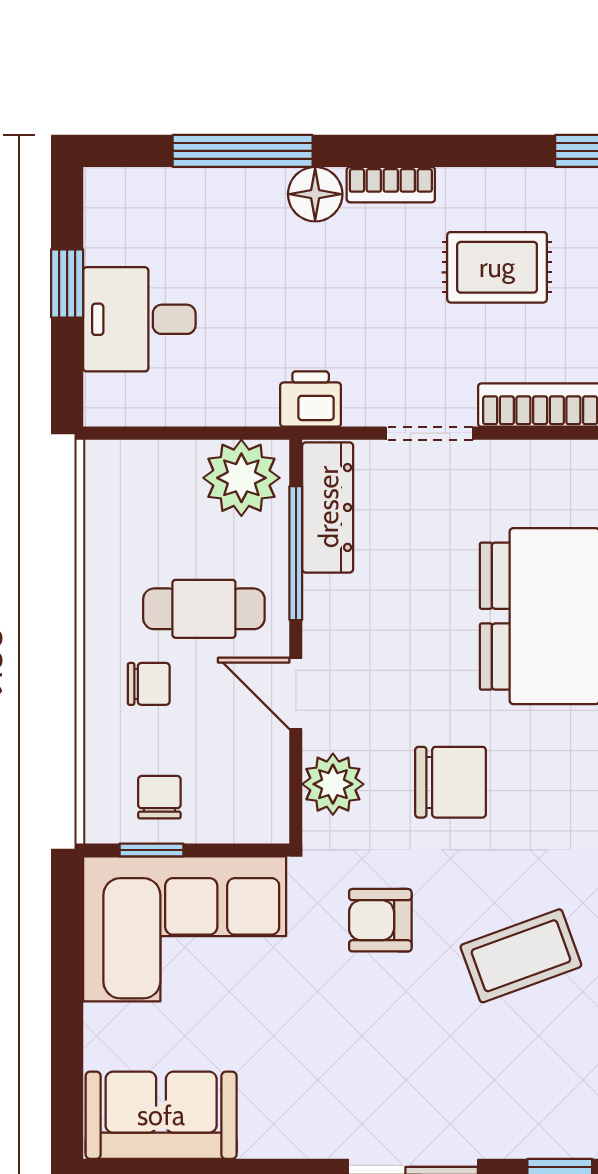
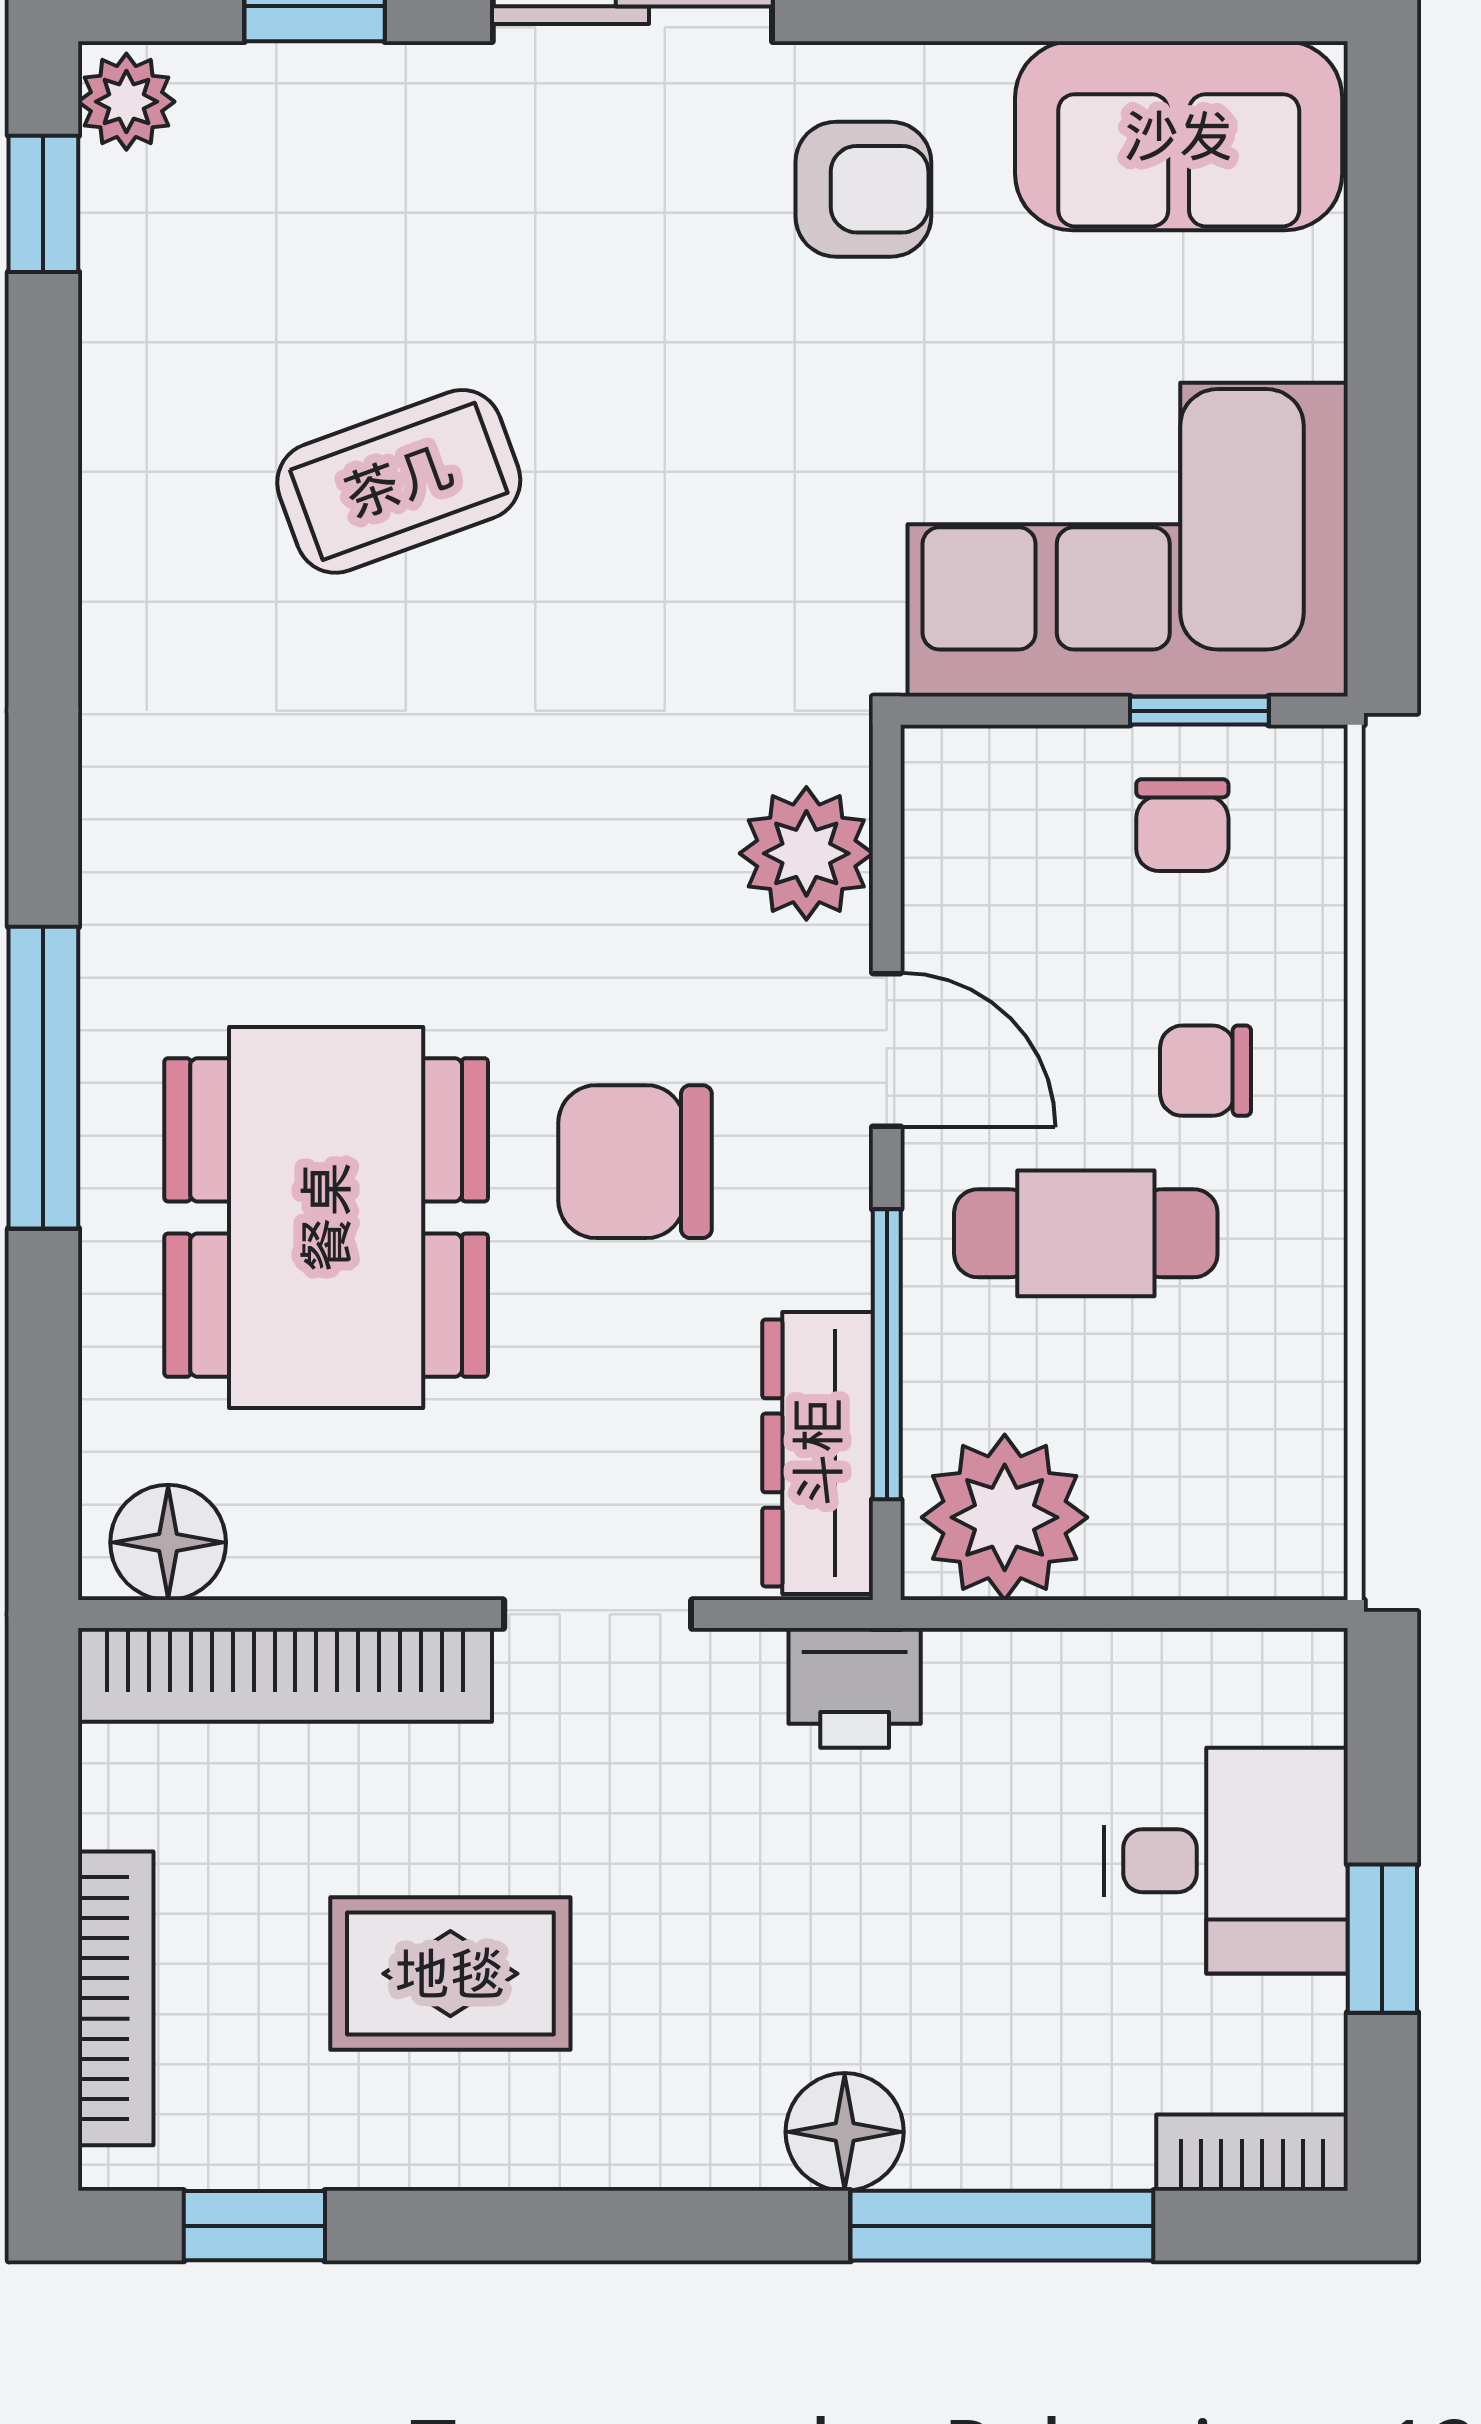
bookcase: (391, 185) -> (1252, 2153), moved
chair: (451, 782) -> (635, 1162), moved
armchair: (380, 920) -> (863, 189), moved

